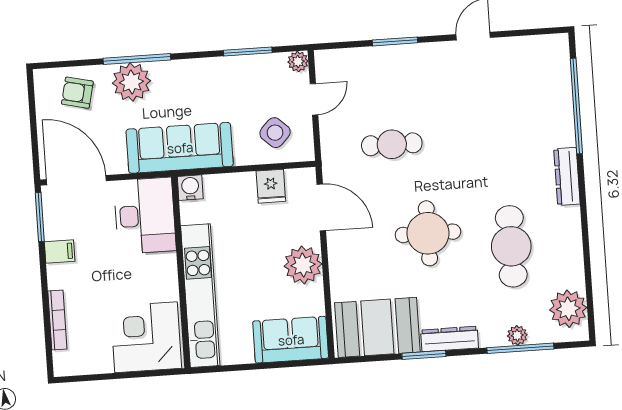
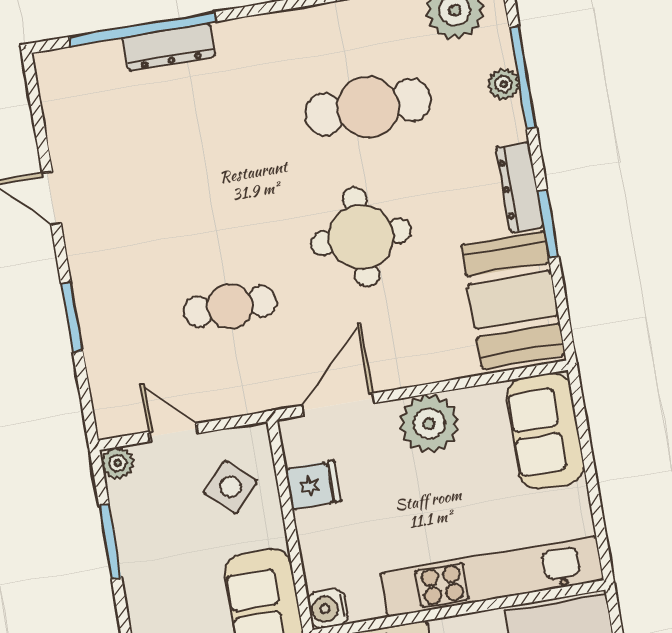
cafe table: (392, 144) -> (230, 306), turned 90
dresser: (567, 176) -> (169, 47), moved

